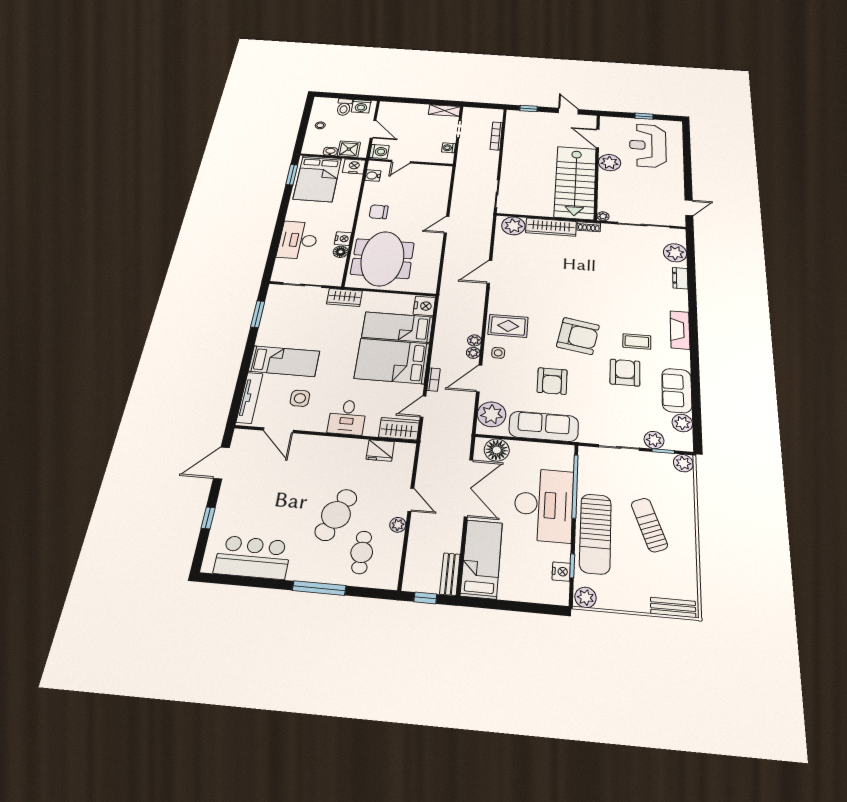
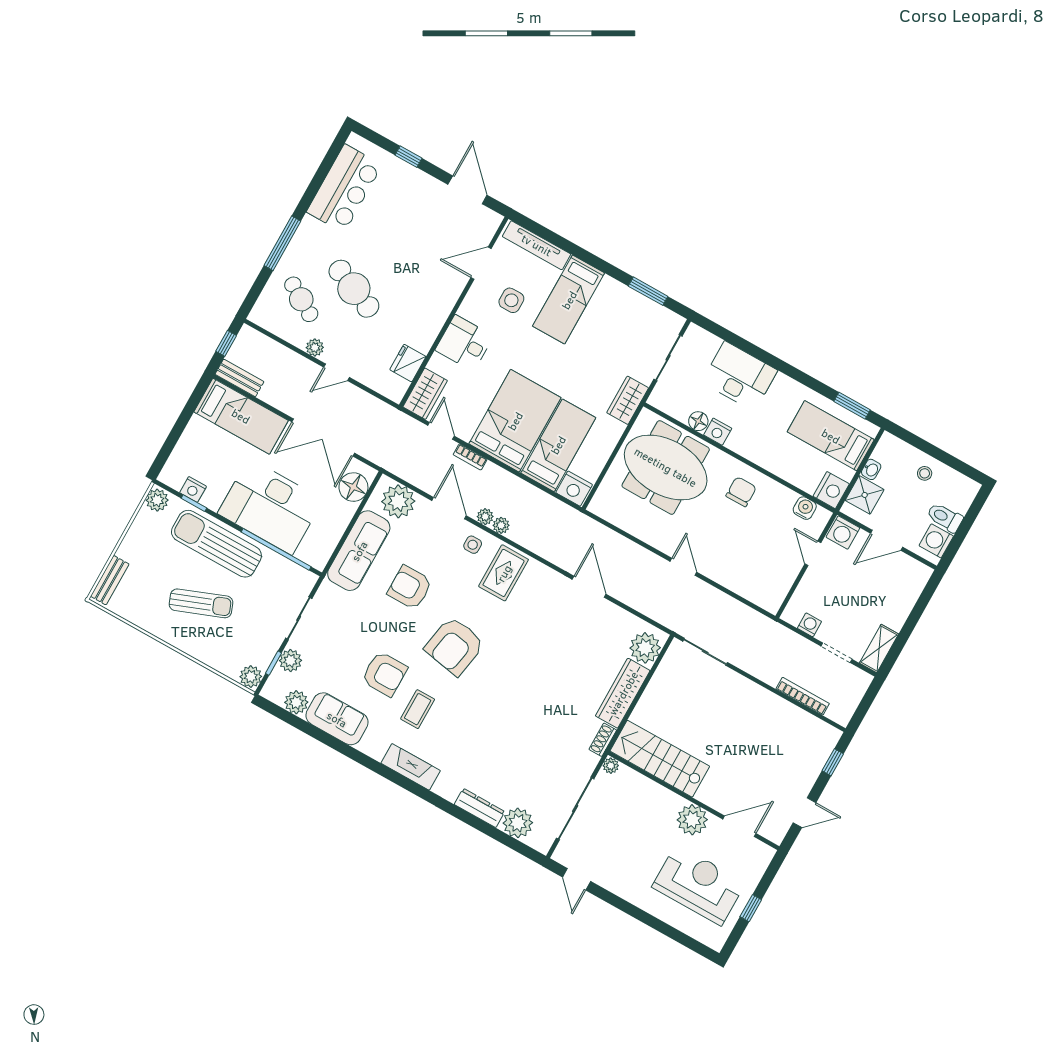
bed: (317, 179) -> (831, 436), width x0.67
stairs: (575, 182) -> (660, 759), width x0.73, depth x0.66
dresser: (680, 278) -> (480, 808), width x1.44
cafe table: (362, 552) -> (301, 299), turned 31

